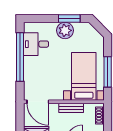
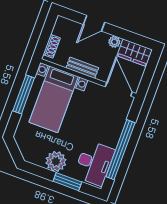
window: (69, 19) -> (67, 182), moved
desk: (36, 44) -> (94, 163), width x1.37

